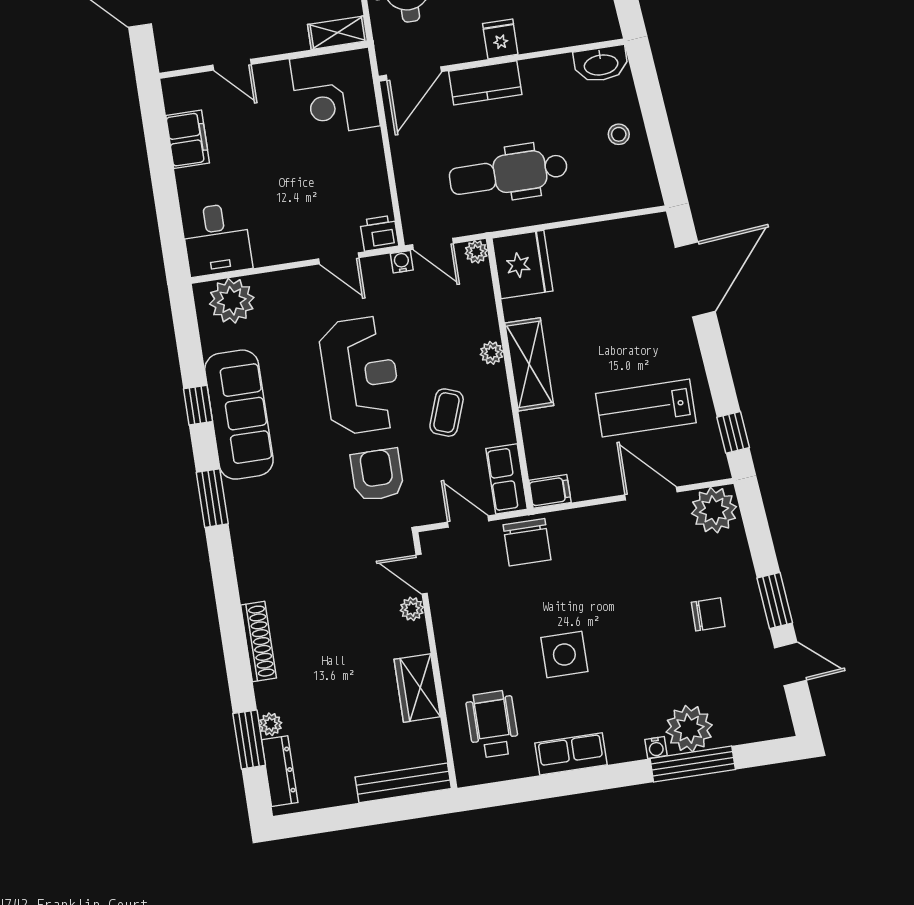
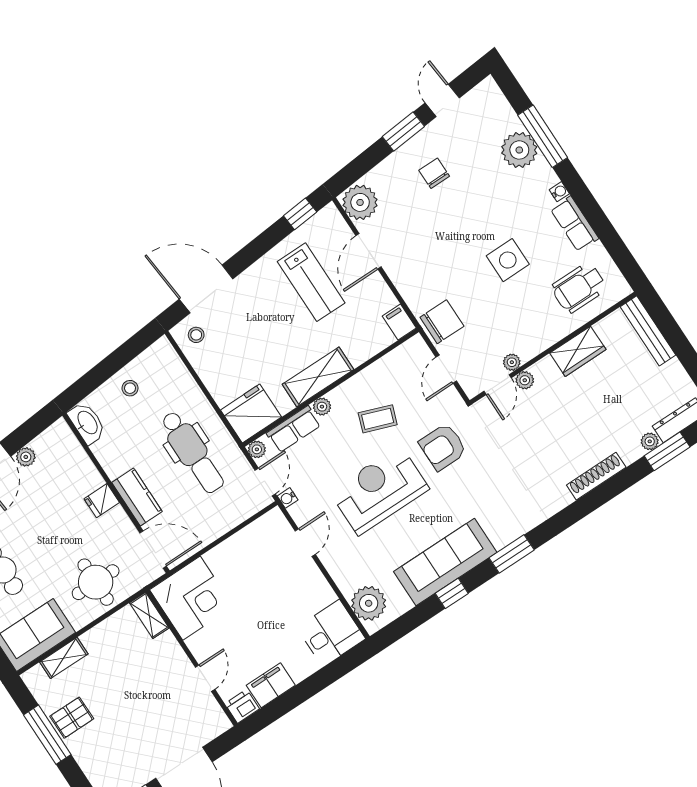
printer: (379, 233) -> (242, 706), moved, turned 90
stool: (646, 242) -> (196, 335), added
row of seats: (507, 479) -> (294, 429), moved
plant: (440, 603) -> (512, 362), added
water cooler: (656, 748) -> (559, 192), moved

